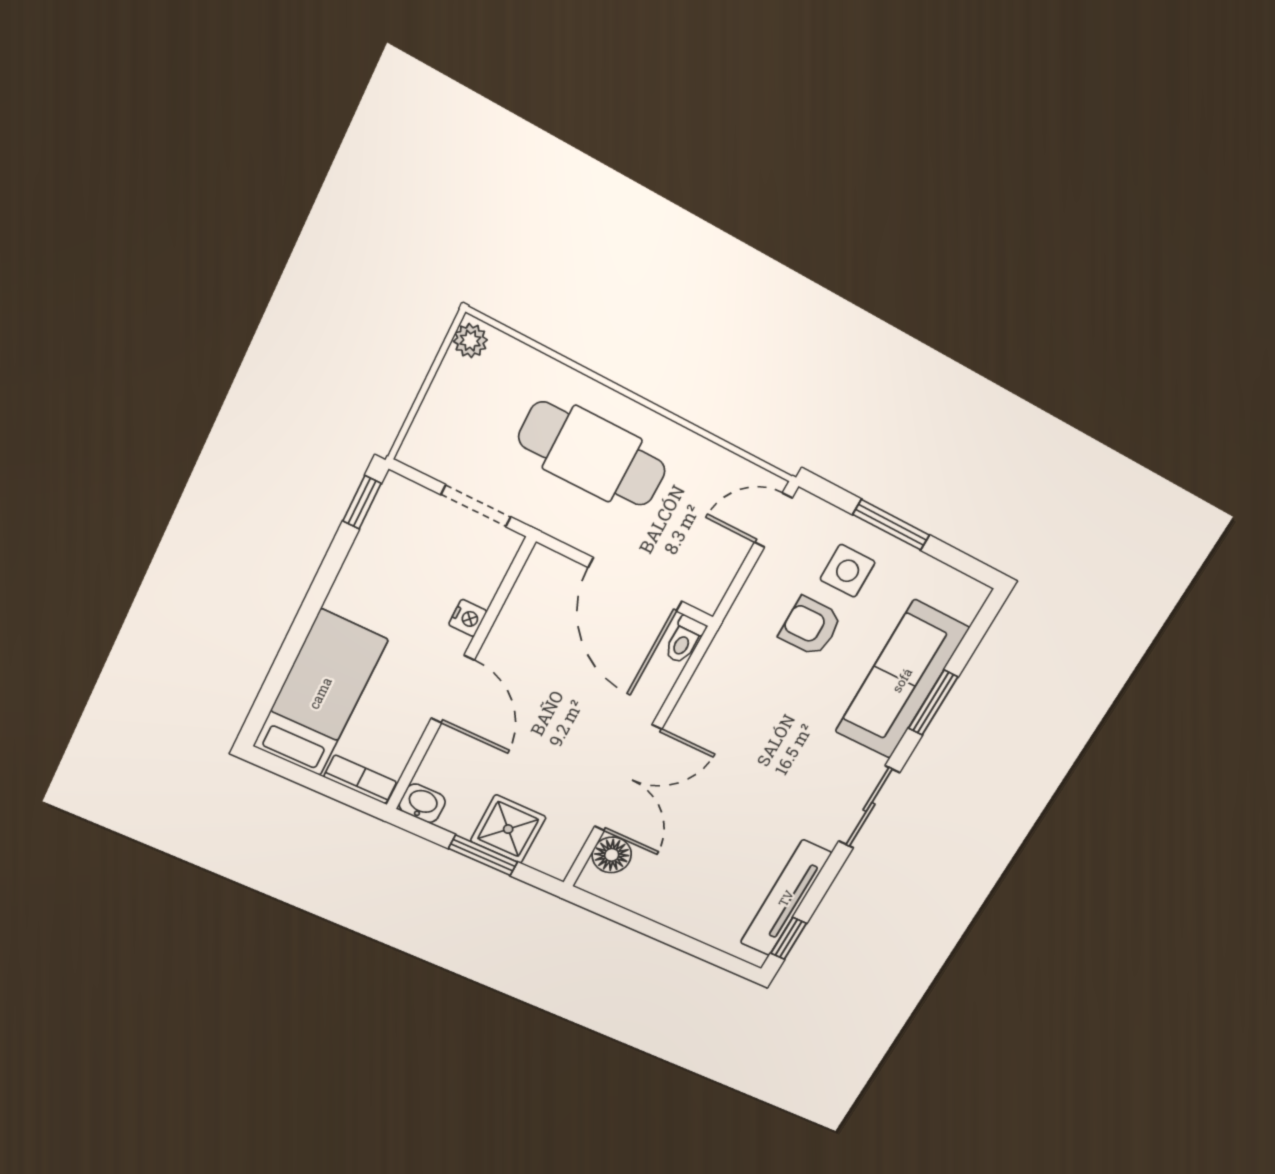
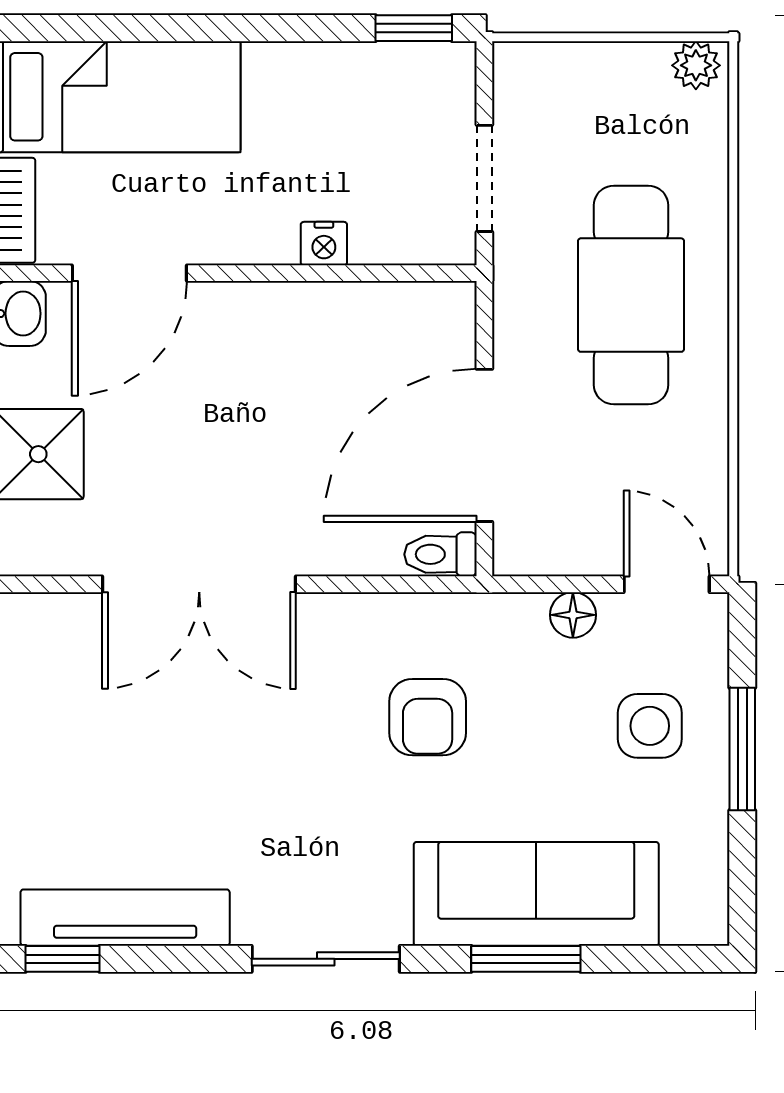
armchair: (810, 626) -> (428, 717), moved, turned 180
door: (453, 689) -> (129, 273), moved
floor lamp: (612, 855) -> (573, 615), moved, width x0.73, depth x0.73

